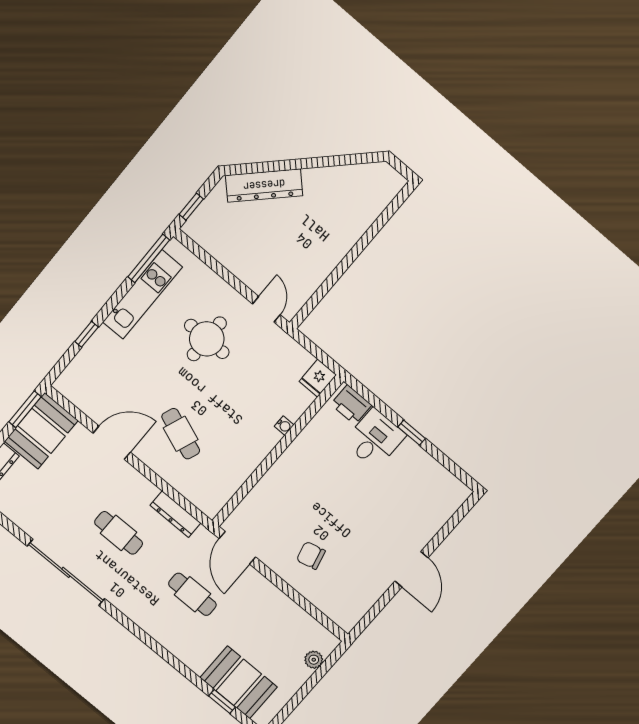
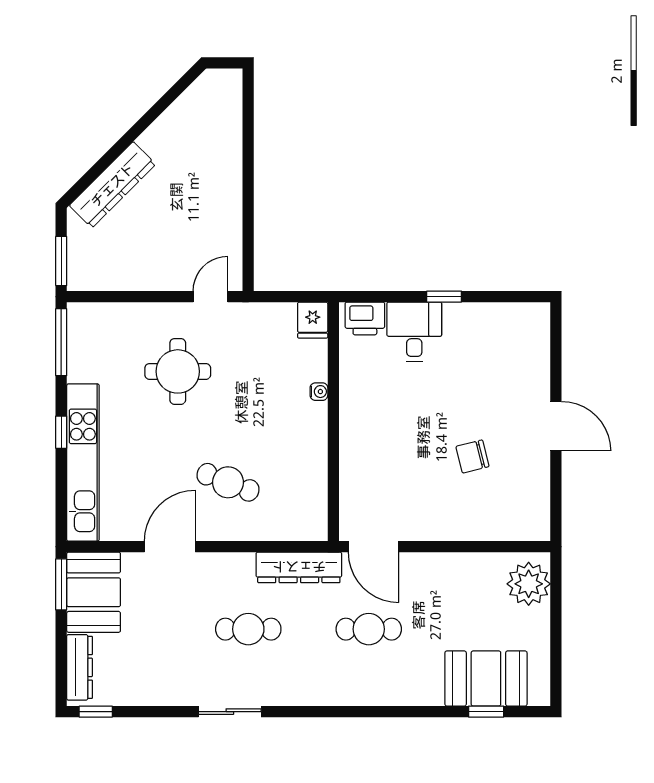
window: (191, 207) -> (61, 261), width x1.50
kitchen unit: (142, 295) -> (83, 463), moved, width x1.36
door: (266, 309) -> (210, 297), hinge flipped
window: (87, 334) -> (61, 432), moved
dresser: (175, 514) -> (299, 567), width x1.37, depth x1.24
chair: (311, 555) -> (472, 456), moved
sliding door: (66, 572) -> (230, 712), width x0.54
plant: (314, 660) -> (529, 584), width x1.87, depth x1.87

